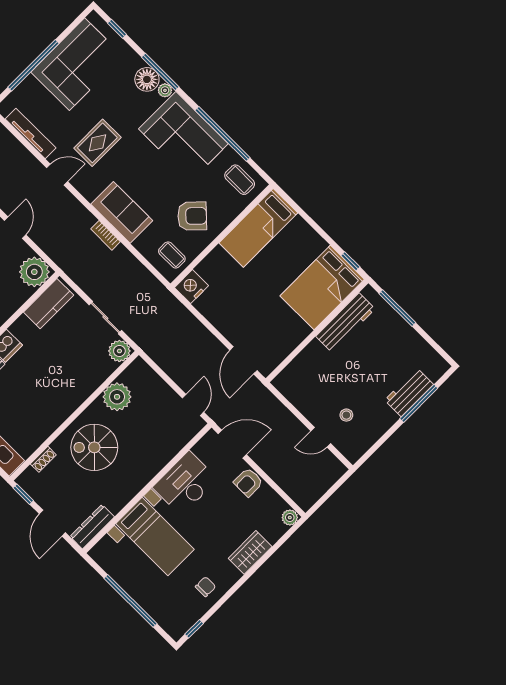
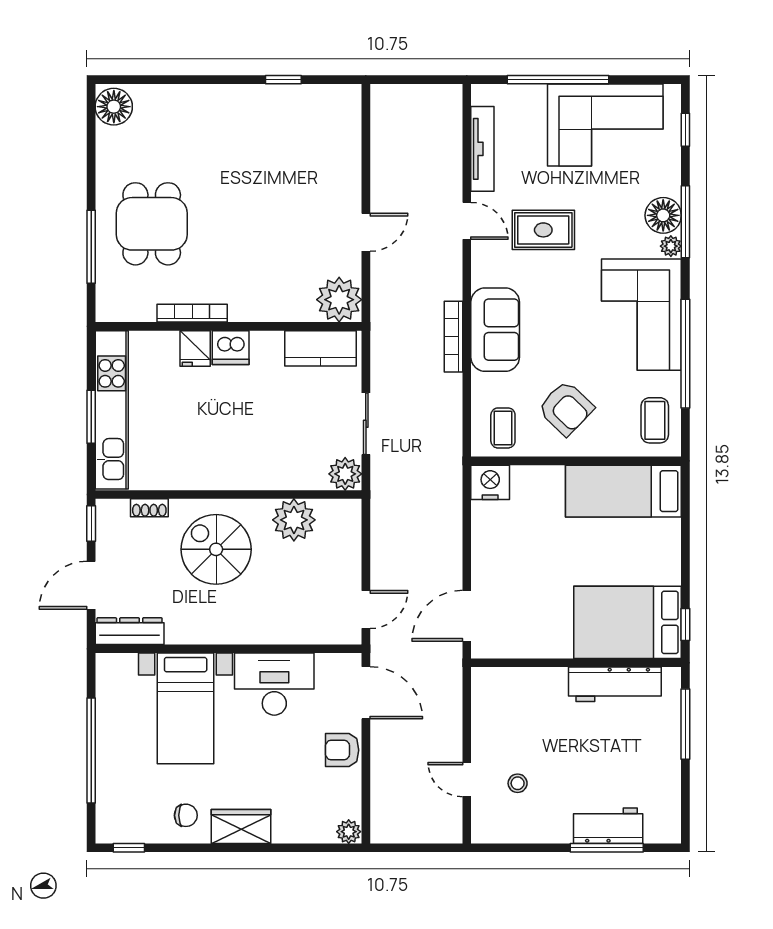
bookcase: (106, 235) -> (453, 337), width x1.56
wardrobe: (250, 552) -> (241, 826), moved

